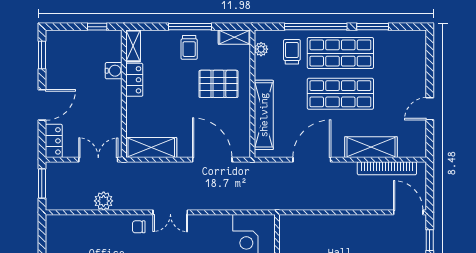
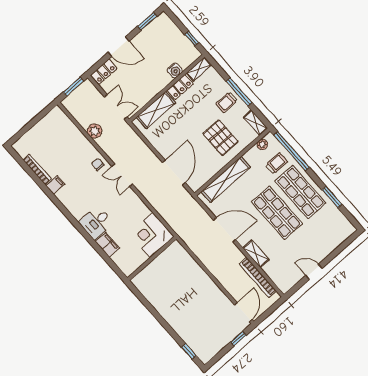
window: (316, 27) -> (292, 151), moved
shelving: (151, 147) -> (156, 110), moved, turned 90
shelving: (371, 147) -> (256, 254), width x0.67, depth x0.75

